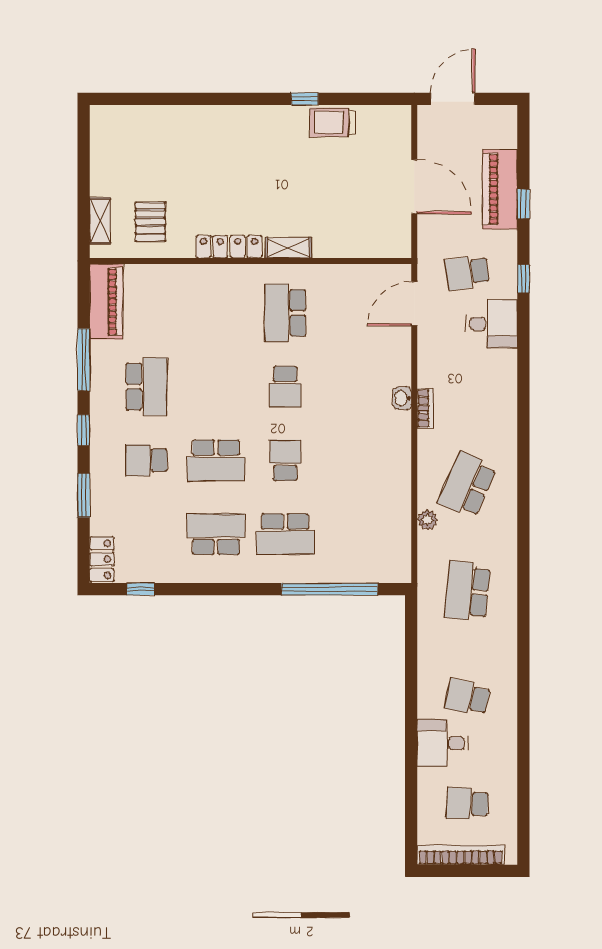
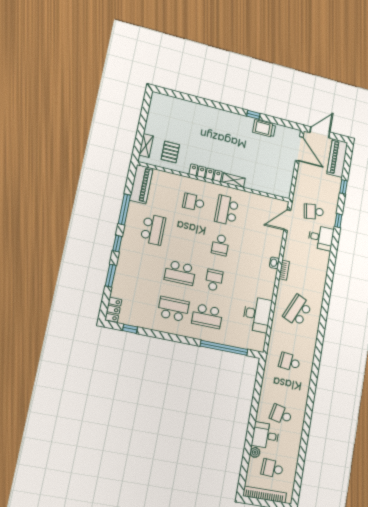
door: (414, 187) -> (299, 149), moved
piano: (500, 189) -> (337, 158), moved
school desk: (147, 460) -> (194, 202), moved
desk: (385, 510) -> (257, 314), added
plant: (427, 520) -> (255, 452), moved
school desk: (467, 591) -> (289, 362), width x0.54

